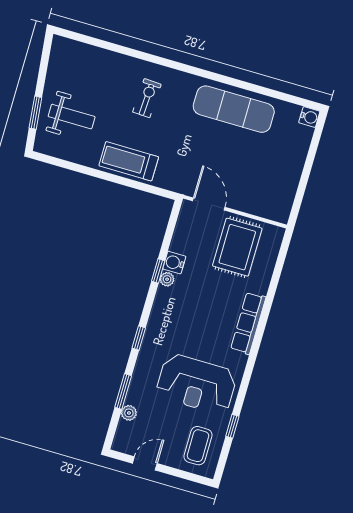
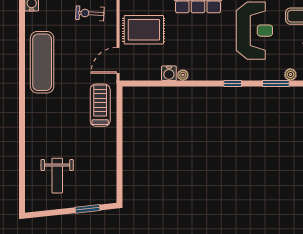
exercise bike: (147, 98) -> (90, 13), moved
weight bench: (72, 117) -> (57, 176), moved, turned 180
treadmill: (129, 161) -> (100, 105), moved, turned 180
window: (158, 271) -> (179, 83), removed

